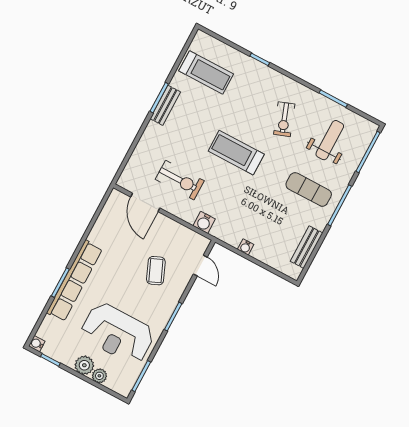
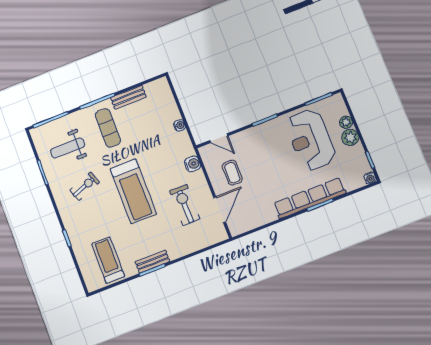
treadmill: (236, 153) -> (133, 191), width x1.37, depth x1.38
bench: (307, 247) -> (128, 97), moved
door: (200, 266) -> (219, 138), swing flipped
coffee table: (156, 271) -> (232, 173), moved, turned -67
reception desk: (118, 333) -> (311, 140), turned 180

